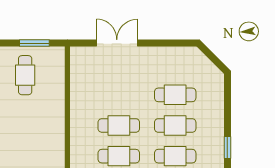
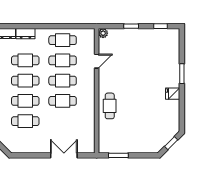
double door: (117, 43) -> (64, 155), swing flipped
cafe table: (25, 75) -> (110, 106), moved

